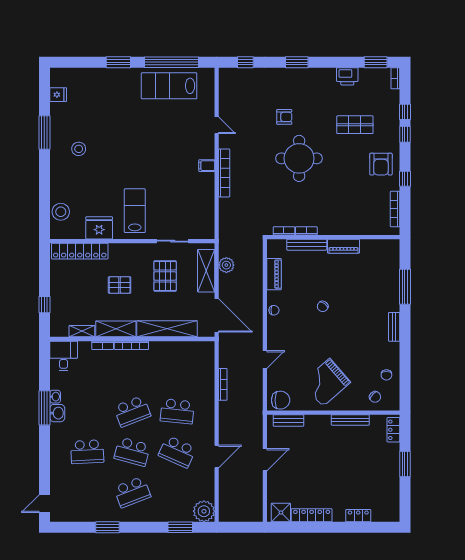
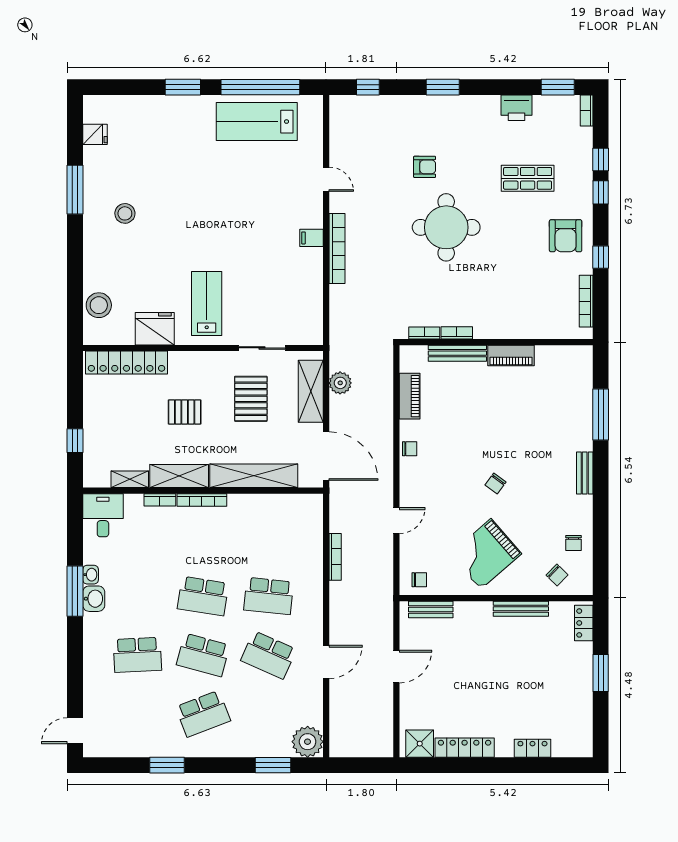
chair: (323, 306) -> (495, 484), moved
chair: (281, 400) -> (419, 580), width x0.54, depth x0.54
school desk: (132, 411) -> (203, 596), turned 30

